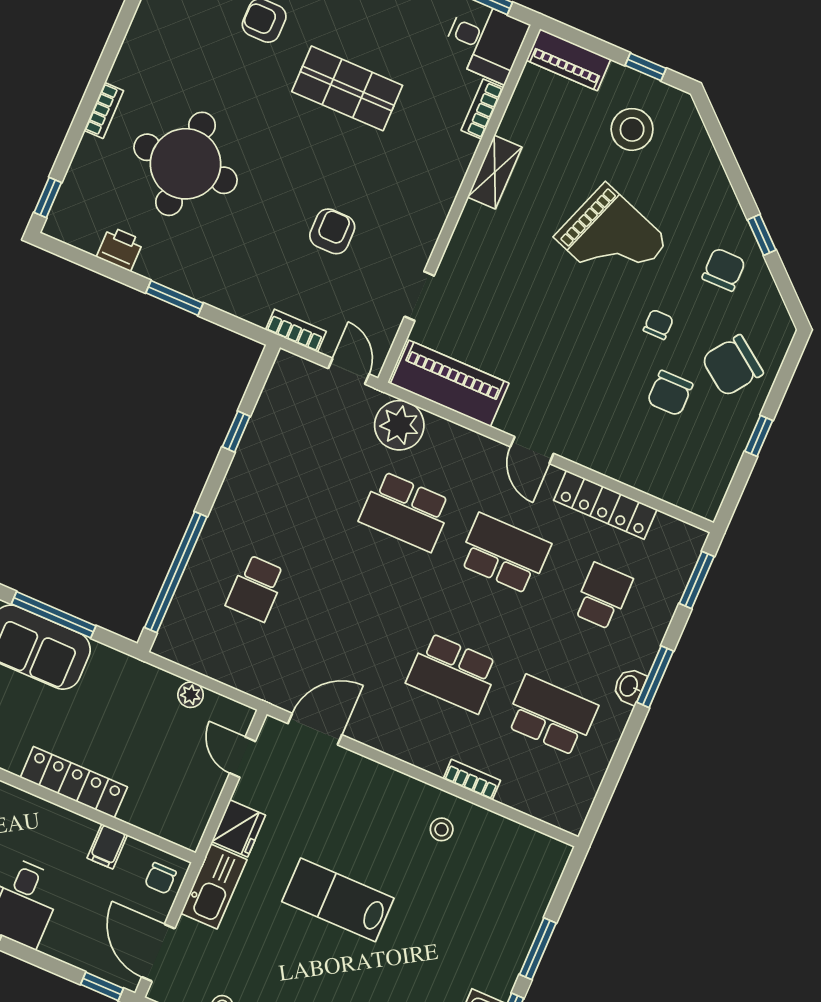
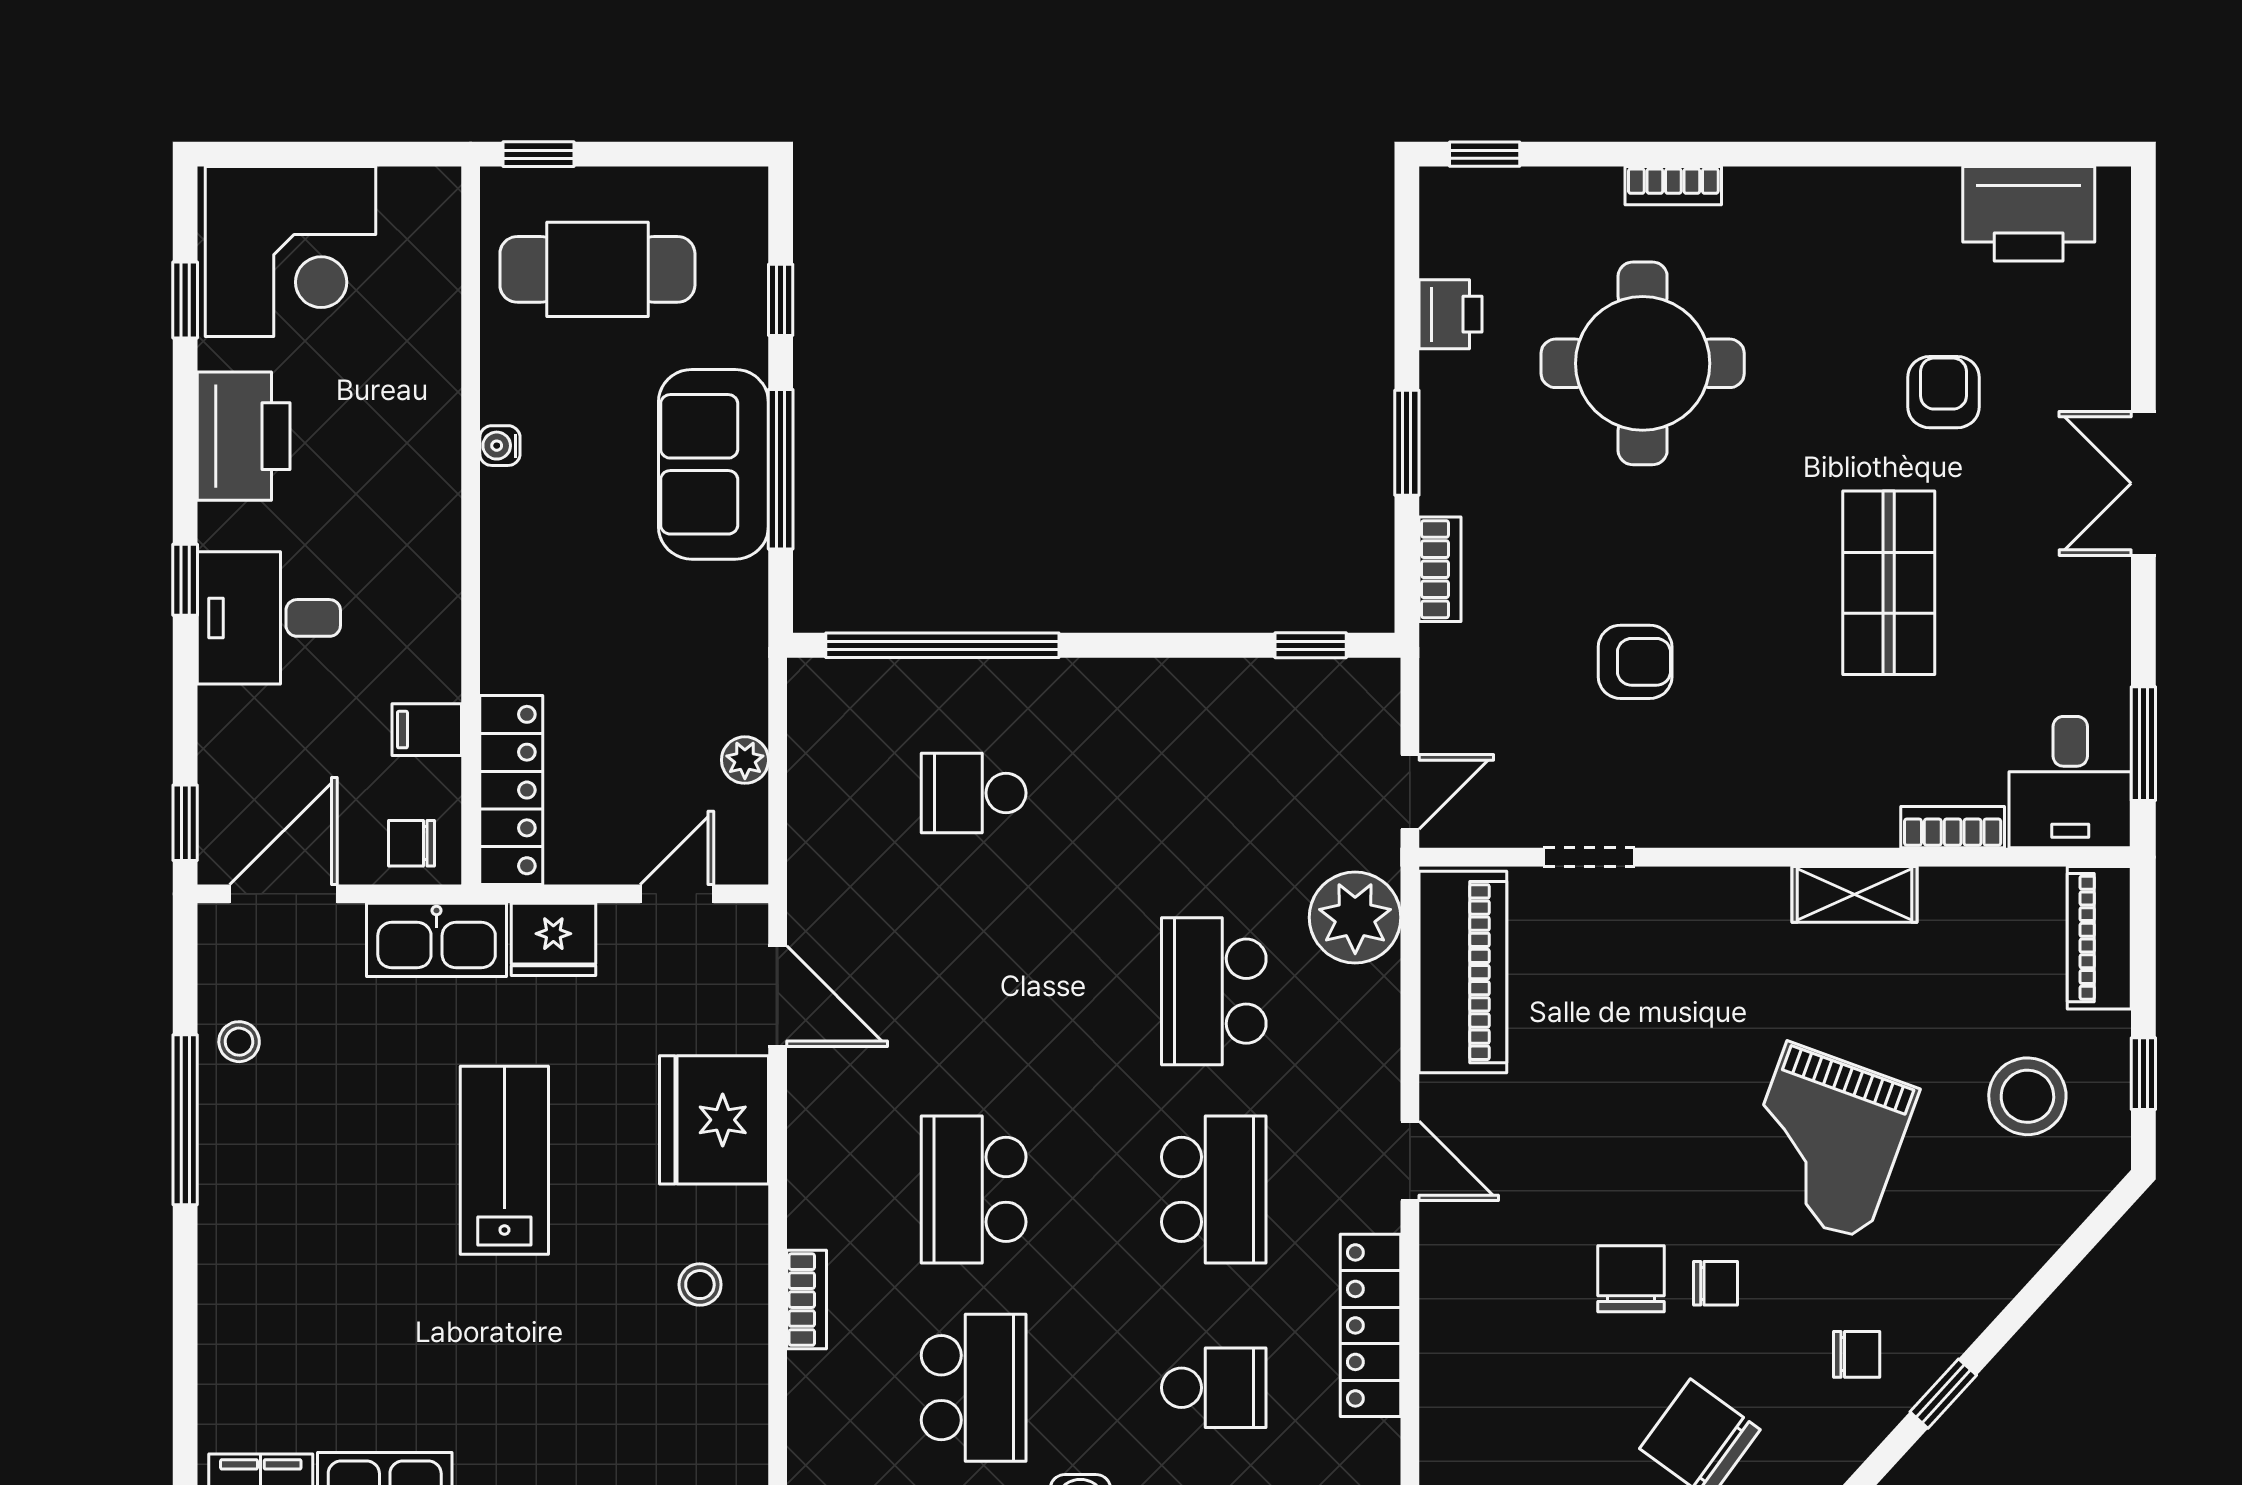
chair: (724, 270) -> (1857, 1354), width x0.73, depth x0.73
bookcase: (296, 331) -> (1440, 569), moved
chair: (670, 393) -> (1631, 1279), moved, turned 90
window: (236, 432) -> (1311, 645), moved
door: (532, 450) -> (1410, 1161), swing flipped
locker: (74, 782) -> (511, 790), moved
fridge: (363, 787) -> (714, 1120), added

